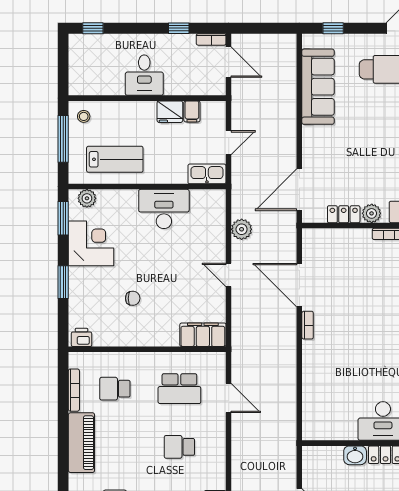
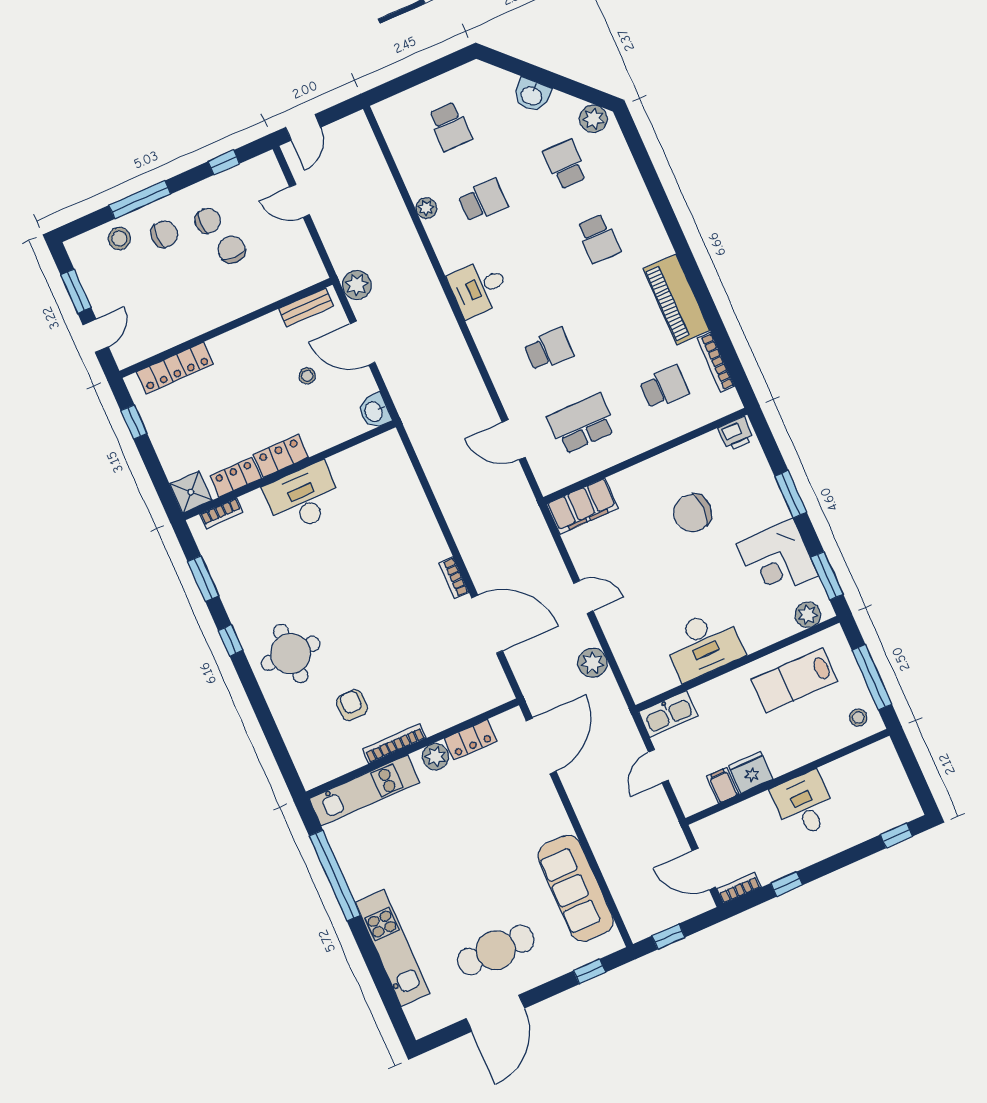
window: (271, 28) -> (668, 937), added
chair: (133, 298) -> (693, 513), width x1.87, depth x1.87
washbasin: (355, 455) -> (374, 411), moved, turned -90

